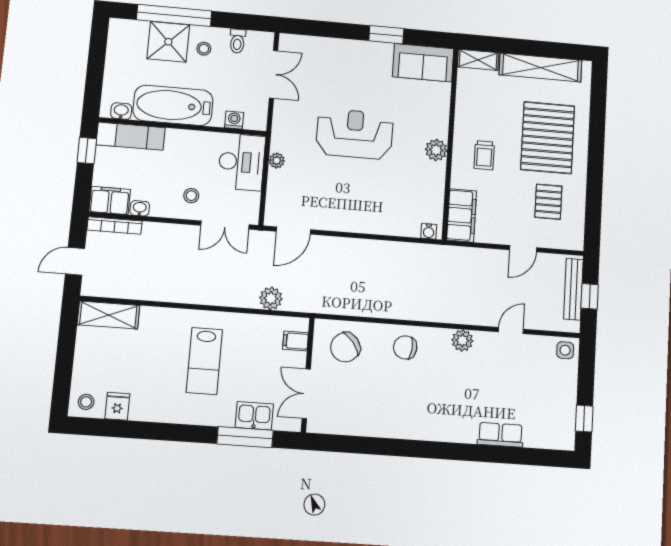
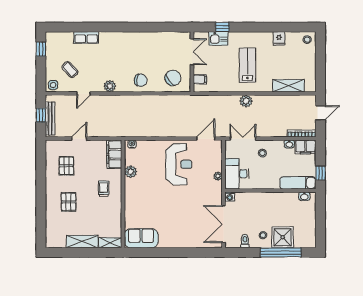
window: (386, 35) -> (163, 252), removed
shelving: (540, 67) -> (82, 242), width x0.68
double door: (273, 74) -> (224, 224), width x1.37
bathtub: (173, 105) -> (277, 202), removed
washing machine: (234, 120) -> (230, 197), moved
reception desk: (355, 134) -> (179, 164), moved, turned -90
pallet: (548, 138) -> (69, 202), width x0.49, depth x0.50
plant: (436, 150) -> (131, 172), moved
plant: (271, 298) -> (246, 101), moved
shelving: (108, 315) -> (288, 86), moved
coffee table: (533, 377) -> (70, 69), added
fridge: (117, 406) -> (279, 38), moved
window: (245, 437) -> (222, 27), width x0.46

